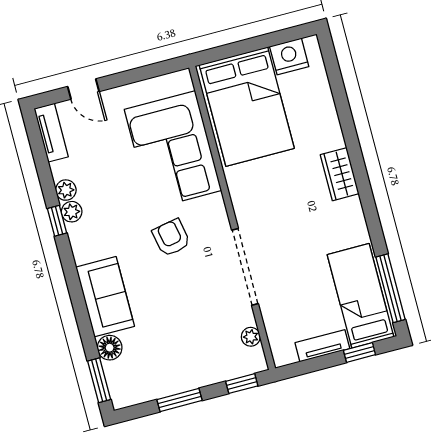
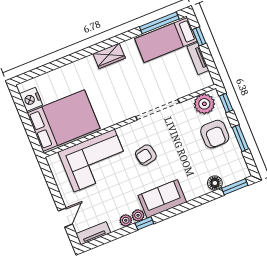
wardrobe: (340, 174) -> (109, 56), moved
sofa: (105, 297) -> (162, 199), moved
plant: (251, 337) -> (204, 104), width x1.87, depth x1.87
armchair: (192, 358) -> (215, 134), added

